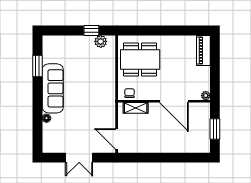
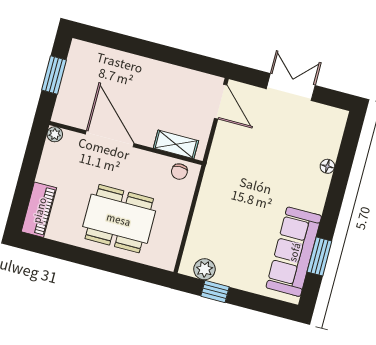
dining table: (140, 60) -> (119, 219), moved
sofa: (53, 88) -> (294, 252), moved

